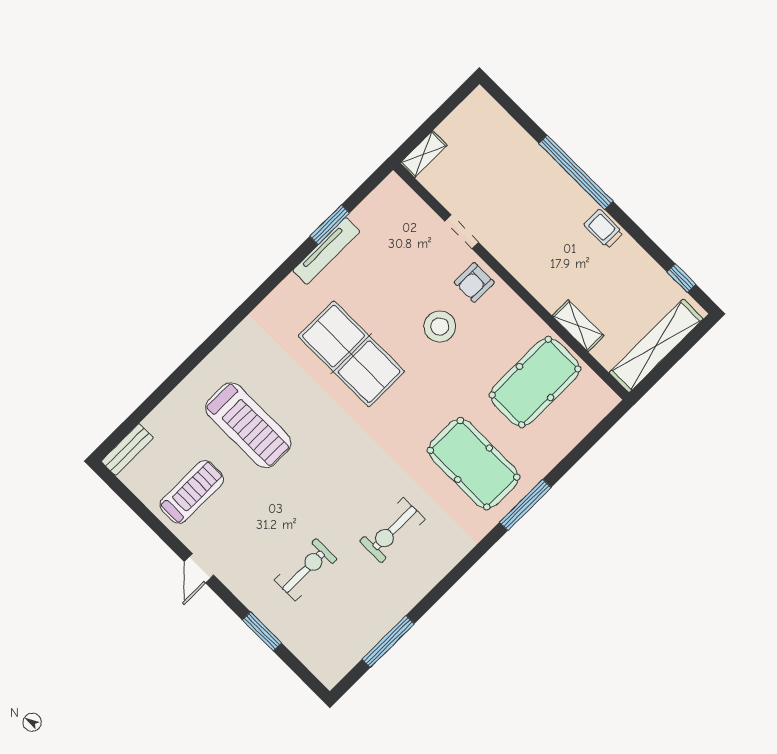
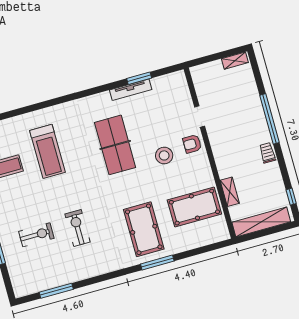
shelving: (424, 154) -> (235, 61), moved
exercise bike: (392, 530) -> (78, 228), moved, turned 90

